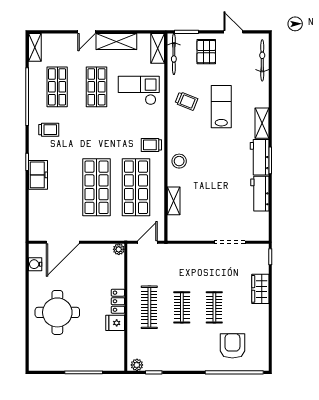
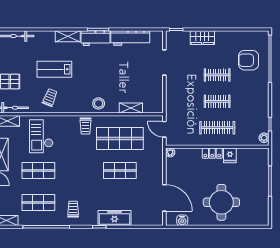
freezer: (38, 175) -> (114, 218), width x1.40
shop shelf: (96, 187) -> (120, 171), width x0.70, depth x0.74
workbench: (260, 194) -> (130, 38), width x1.38

